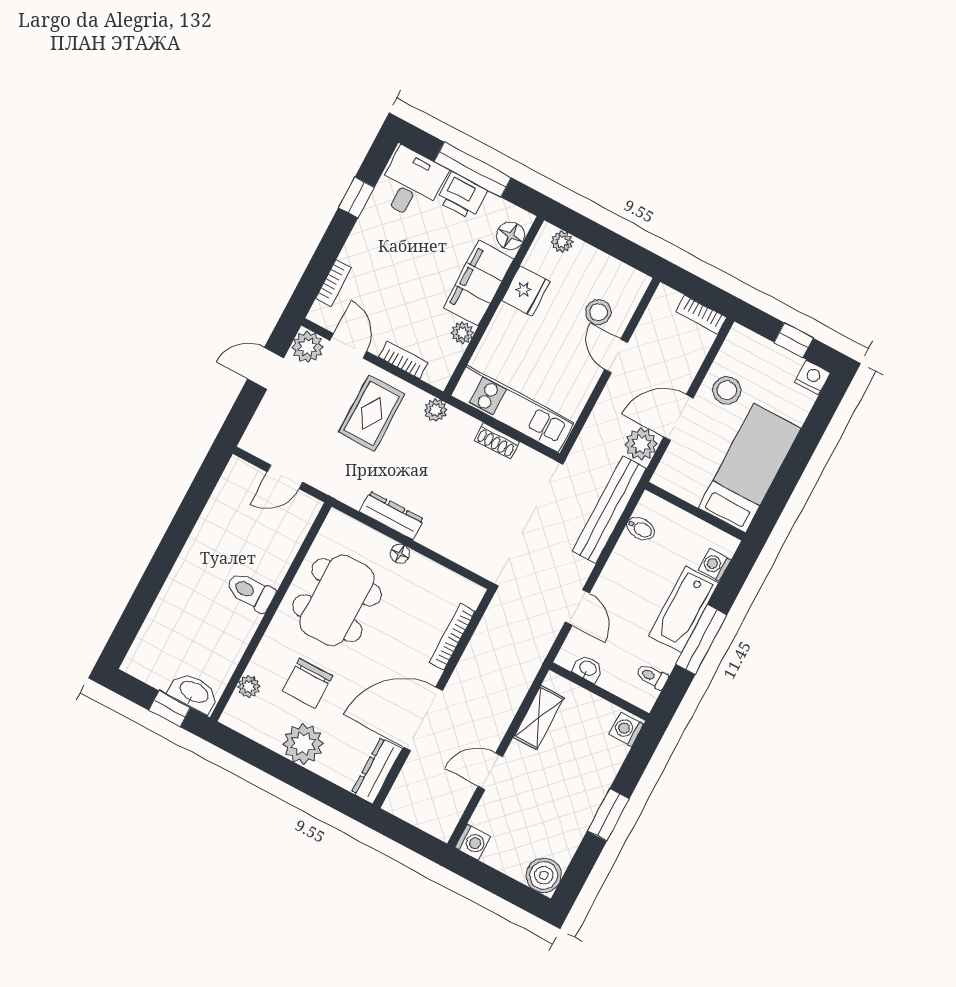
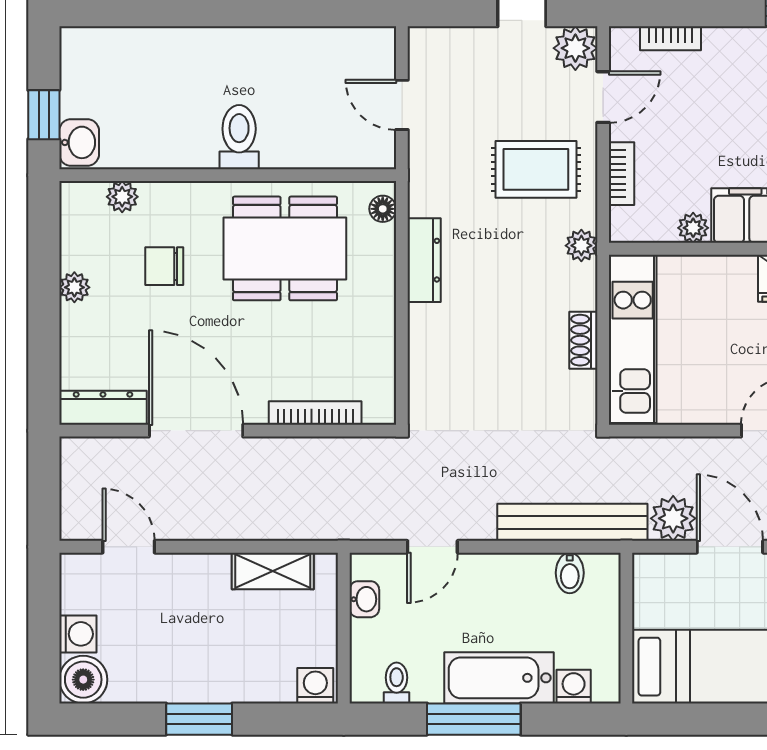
floor lamp: (400, 554) -> (383, 209), moved
chair: (307, 683) -> (164, 266), width x0.73, depth x0.73
washbasin: (194, 693) -> (79, 142), width x0.72
plant: (303, 744) -> (74, 287), width x0.53, depth x0.53
door: (490, 771) -> (129, 547), moved
washing machine: (473, 842) -> (78, 634), moved, turned -90

